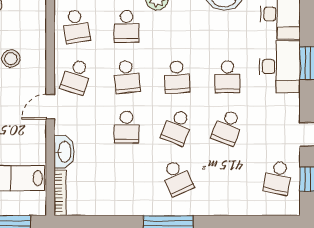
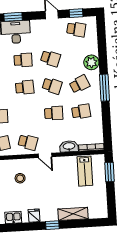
school desk: (127, 77) -> (81, 112), moved
plant: (216, 202) -> (91, 62), added

